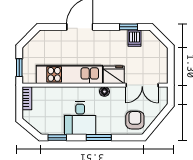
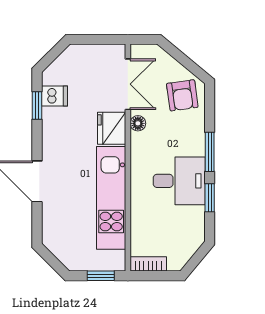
floor lamp: (104, 92) -> (138, 123), moved
armchair: (135, 120) -> (182, 95), turned -98
window: (57, 138) -> (210, 198), moved

